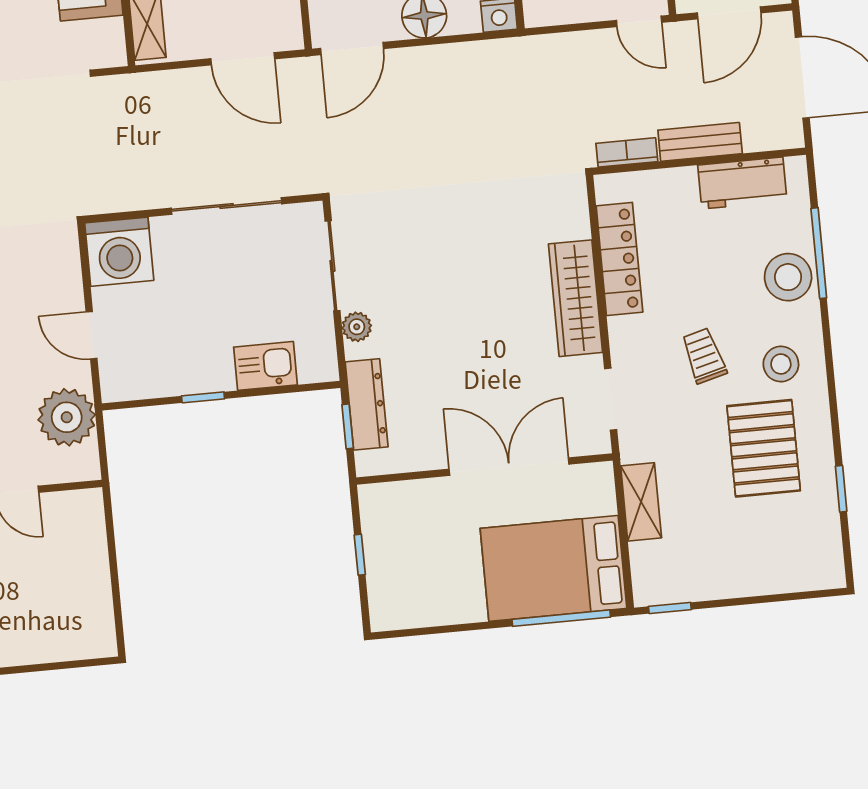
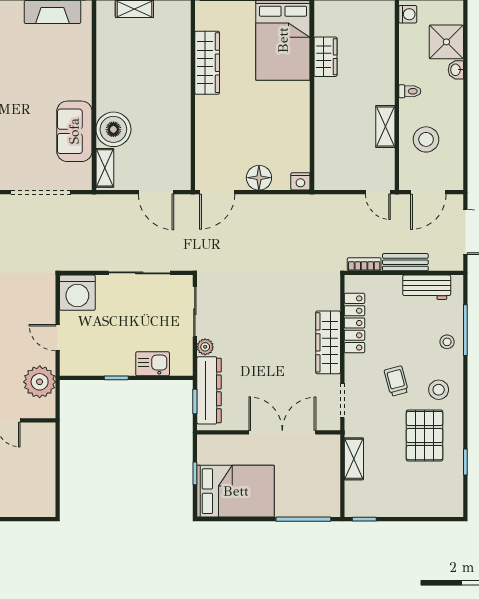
stool: (788, 277) -> (447, 342), width x0.53, depth x0.53
dresser: (367, 404) -> (209, 390), width x1.37, depth x1.24
bed: (553, 568) -> (236, 491), moved, turned 180

